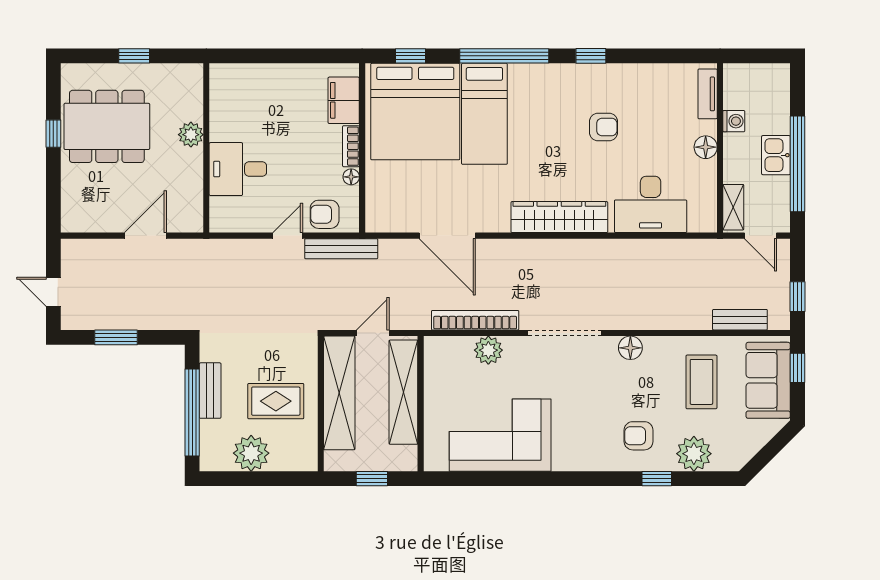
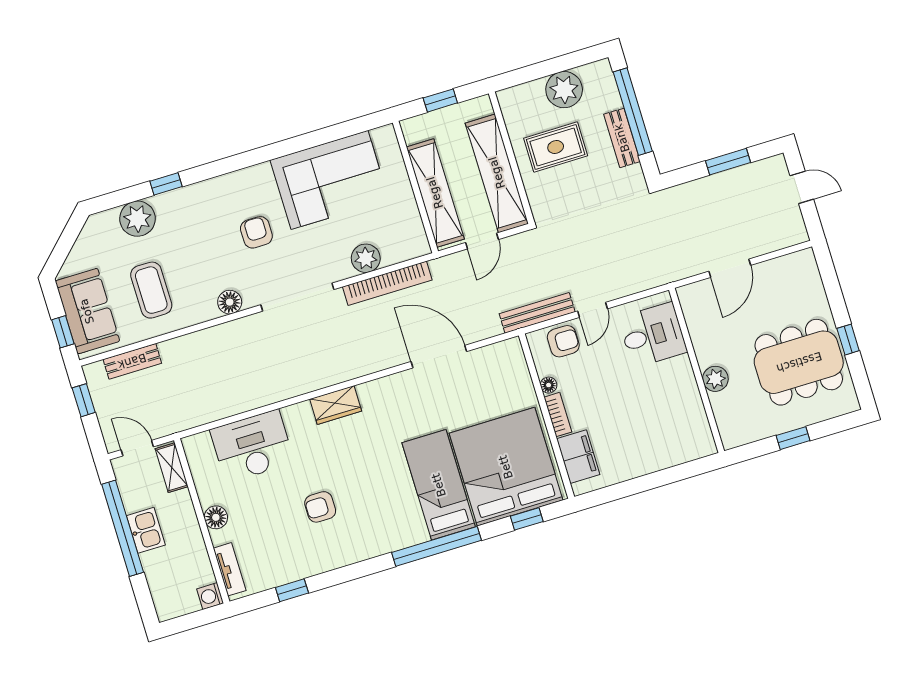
window: (591, 56) -> (292, 590), moved
washing machine: (734, 121) -> (210, 596), moved
desk: (238, 169) -> (653, 335), moved
wardrobe: (559, 217) -> (336, 405), width x0.48, depth x0.85
armchair: (639, 436) -> (256, 232), moved, turned -90

